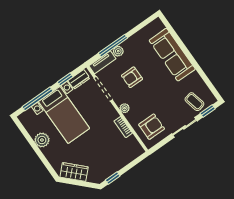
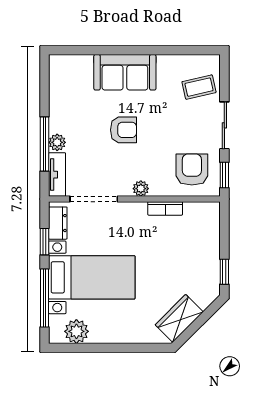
sofa: (172, 55) -> (125, 72), width x0.73
armchair: (132, 77) -> (123, 130), moved, turned -90
window: (208, 111) -> (224, 175), moved
plant: (42, 140) -> (76, 331), moved

